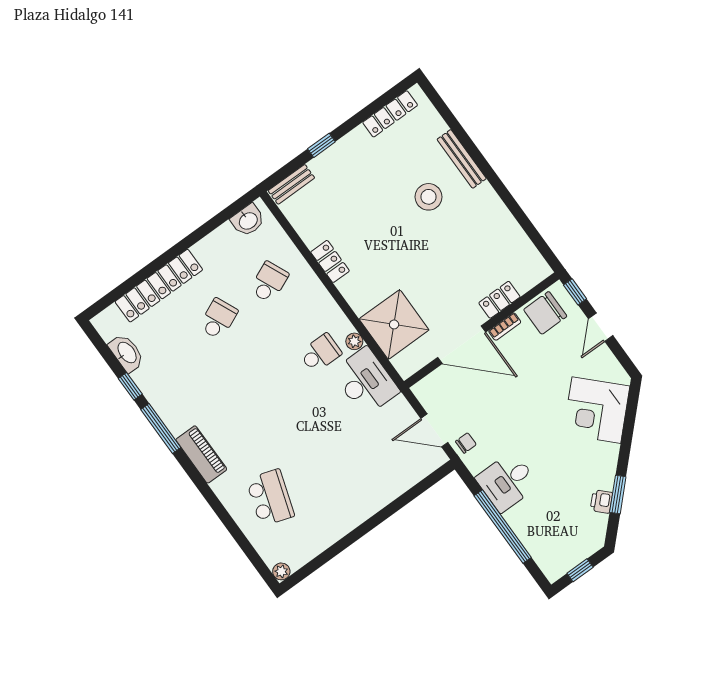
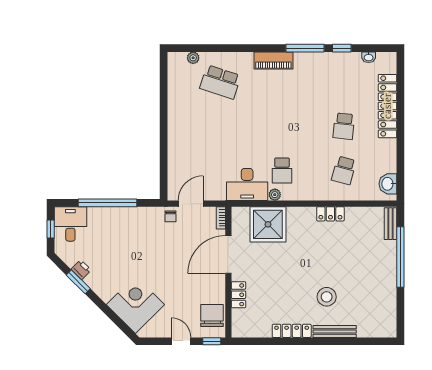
locker: (390, 114) -> (292, 331), moved, turned 90
window: (321, 145) -> (400, 257), width x3.17
school desk: (269, 282) -> (344, 170), turned 39
school desk: (218, 319) -> (344, 126), turned 30
bookcase: (505, 327) -> (221, 218), moved
washbasin: (127, 353) -> (369, 57), width x0.52, depth x0.69
desk: (507, 482) -> (70, 224), moved
plant: (281, 571) -> (193, 58), moved

